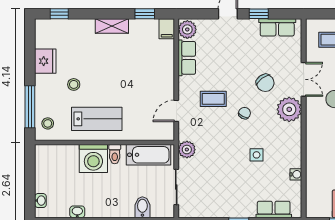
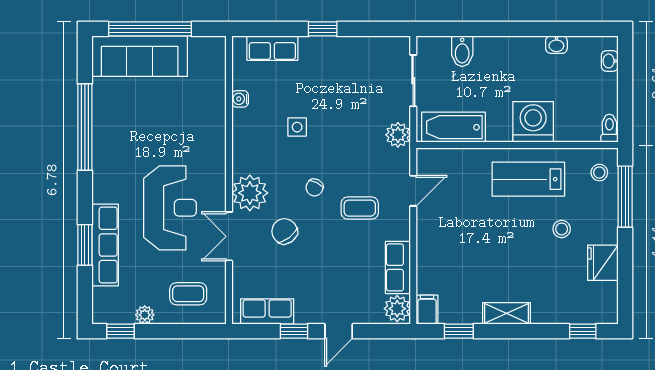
toilet: (115, 154) -> (609, 128), moved

